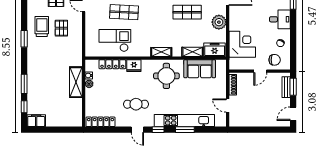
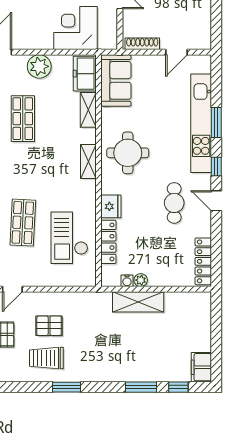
sofa: (200, 69) -> (116, 80), moved
door: (137, 130) -> (216, 201), swing flipped

